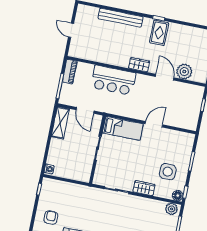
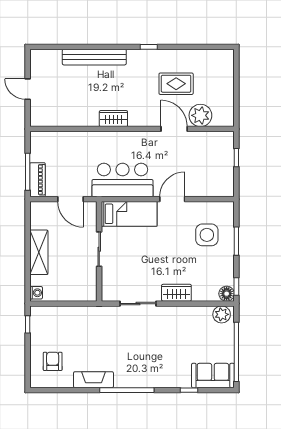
rug: (159, 33) -> (176, 84), moved, turned 90
wardrobe: (139, 65) -> (113, 119), moved
piano: (70, 72) -> (37, 180), moved
bar counter: (113, 80) -> (123, 180), moved, turned 180
shelving: (60, 123) -> (39, 252), moved
side table: (168, 172) -> (207, 235), moved

